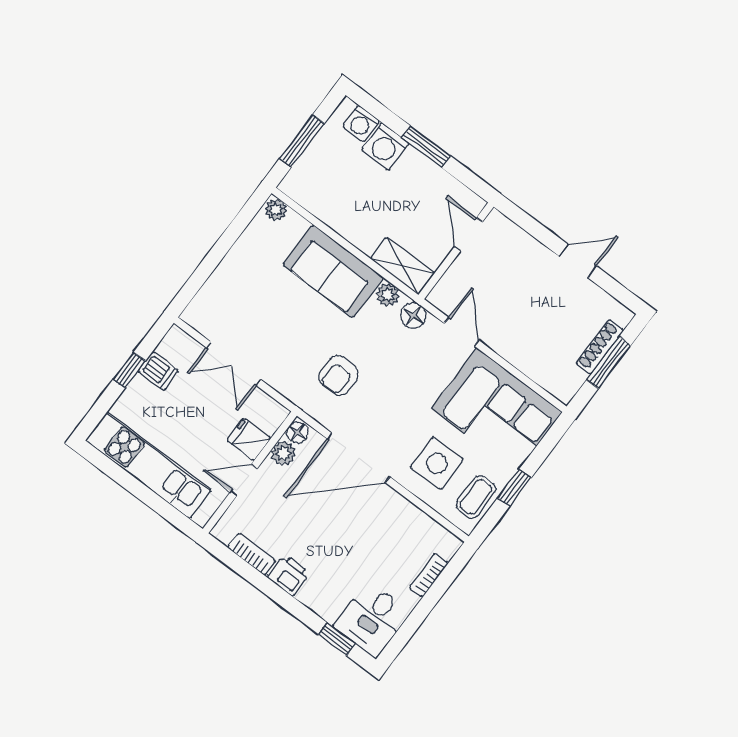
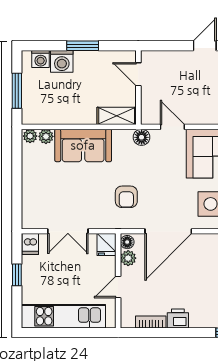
plant: (388, 295) -> (46, 136), moved
dishwasher: (158, 371) -> (30, 244), moved, turned 90
fridge: (249, 439) -> (106, 245), moved, turned -90

